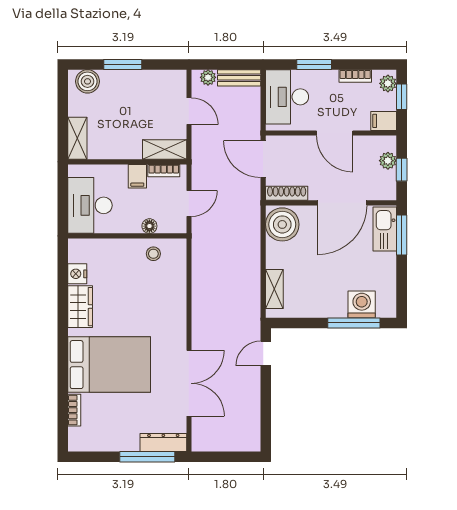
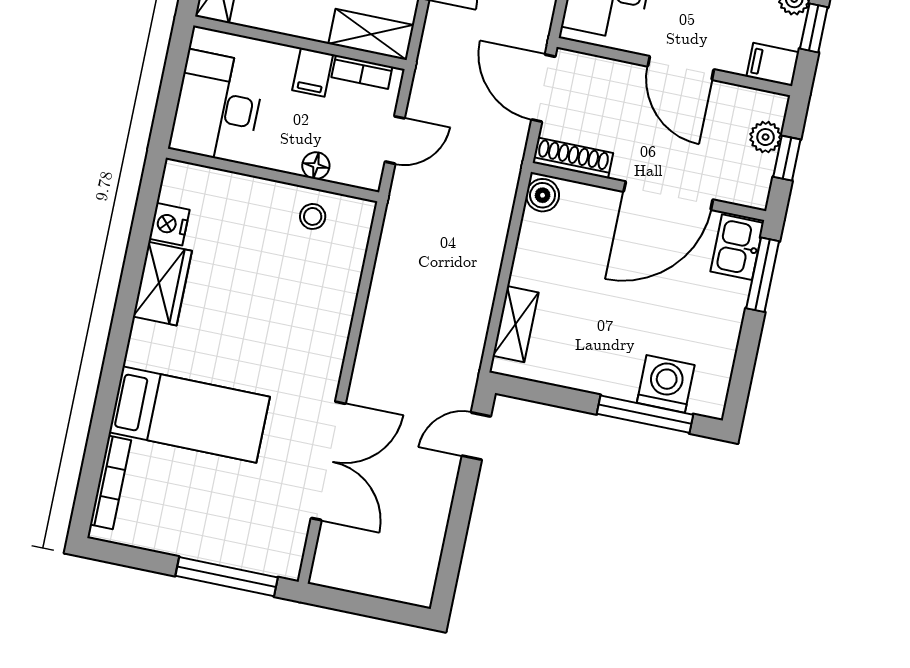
boiler: (282, 224) -> (543, 195), width x0.54, depth x0.54
kitchen sink: (385, 229) -> (737, 247), width x0.73
bed: (109, 365) -> (189, 415), width x0.67
bookcase: (74, 410) -> (110, 482), width x1.56
dresser: (163, 443) -> (261, 557), removed

